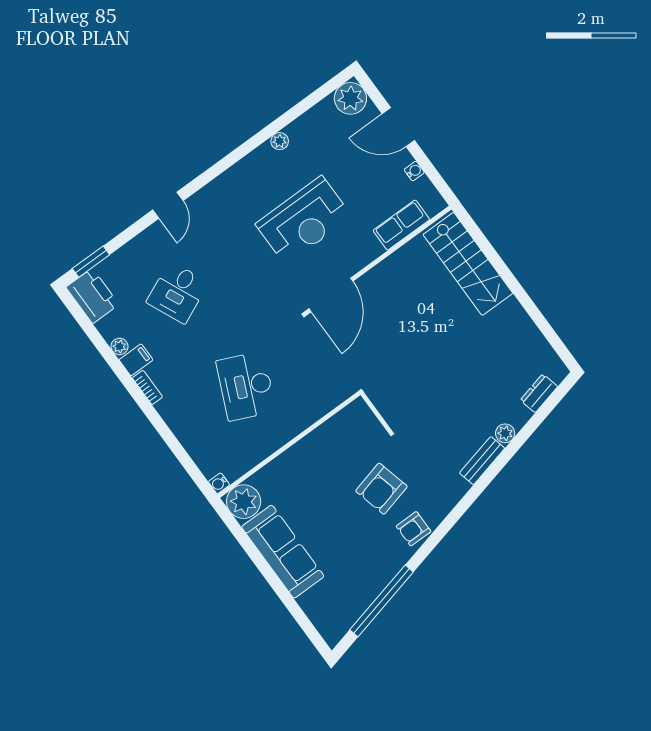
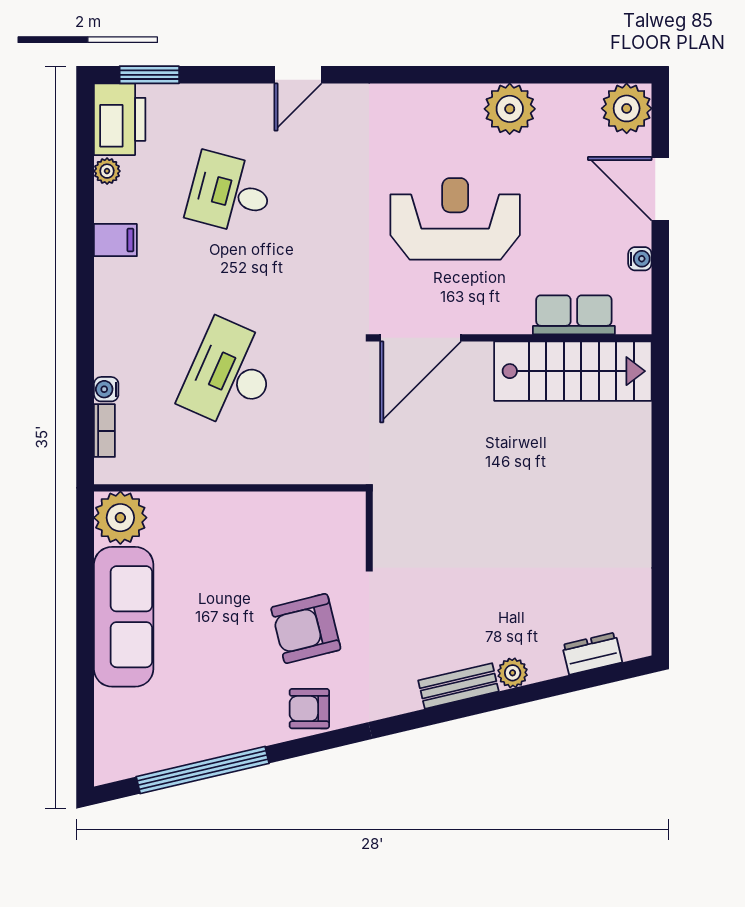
plant: (280, 141) -> (510, 109), width x1.88, depth x1.88
reception desk: (304, 220) -> (455, 219), turned 180
stairs: (468, 264) -> (573, 371), moved, turned -90
desk: (177, 292) -> (230, 193), turned 39
plant: (119, 346) -> (107, 171), moved
bookcase: (147, 387) -> (104, 431), moved
water cooler: (219, 483) -> (106, 389), moved

